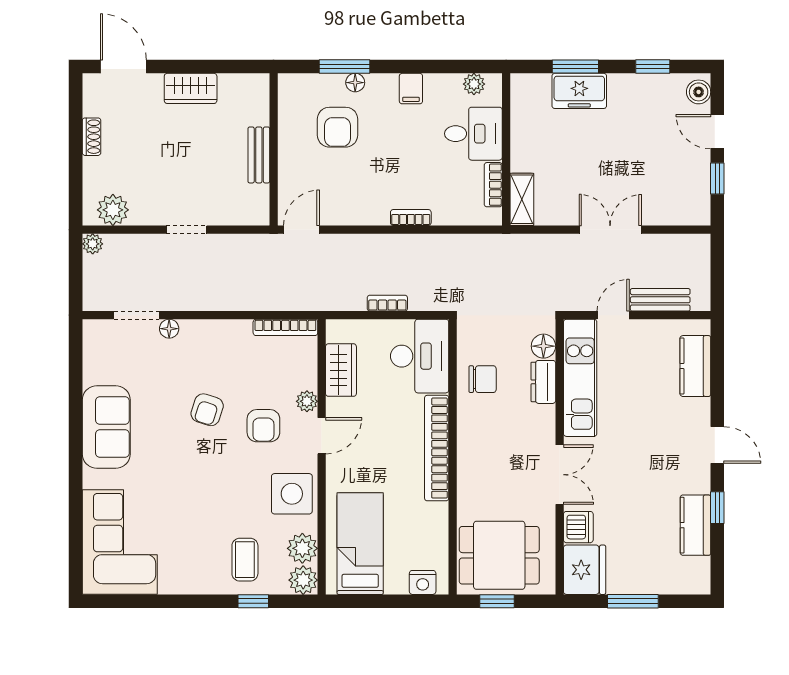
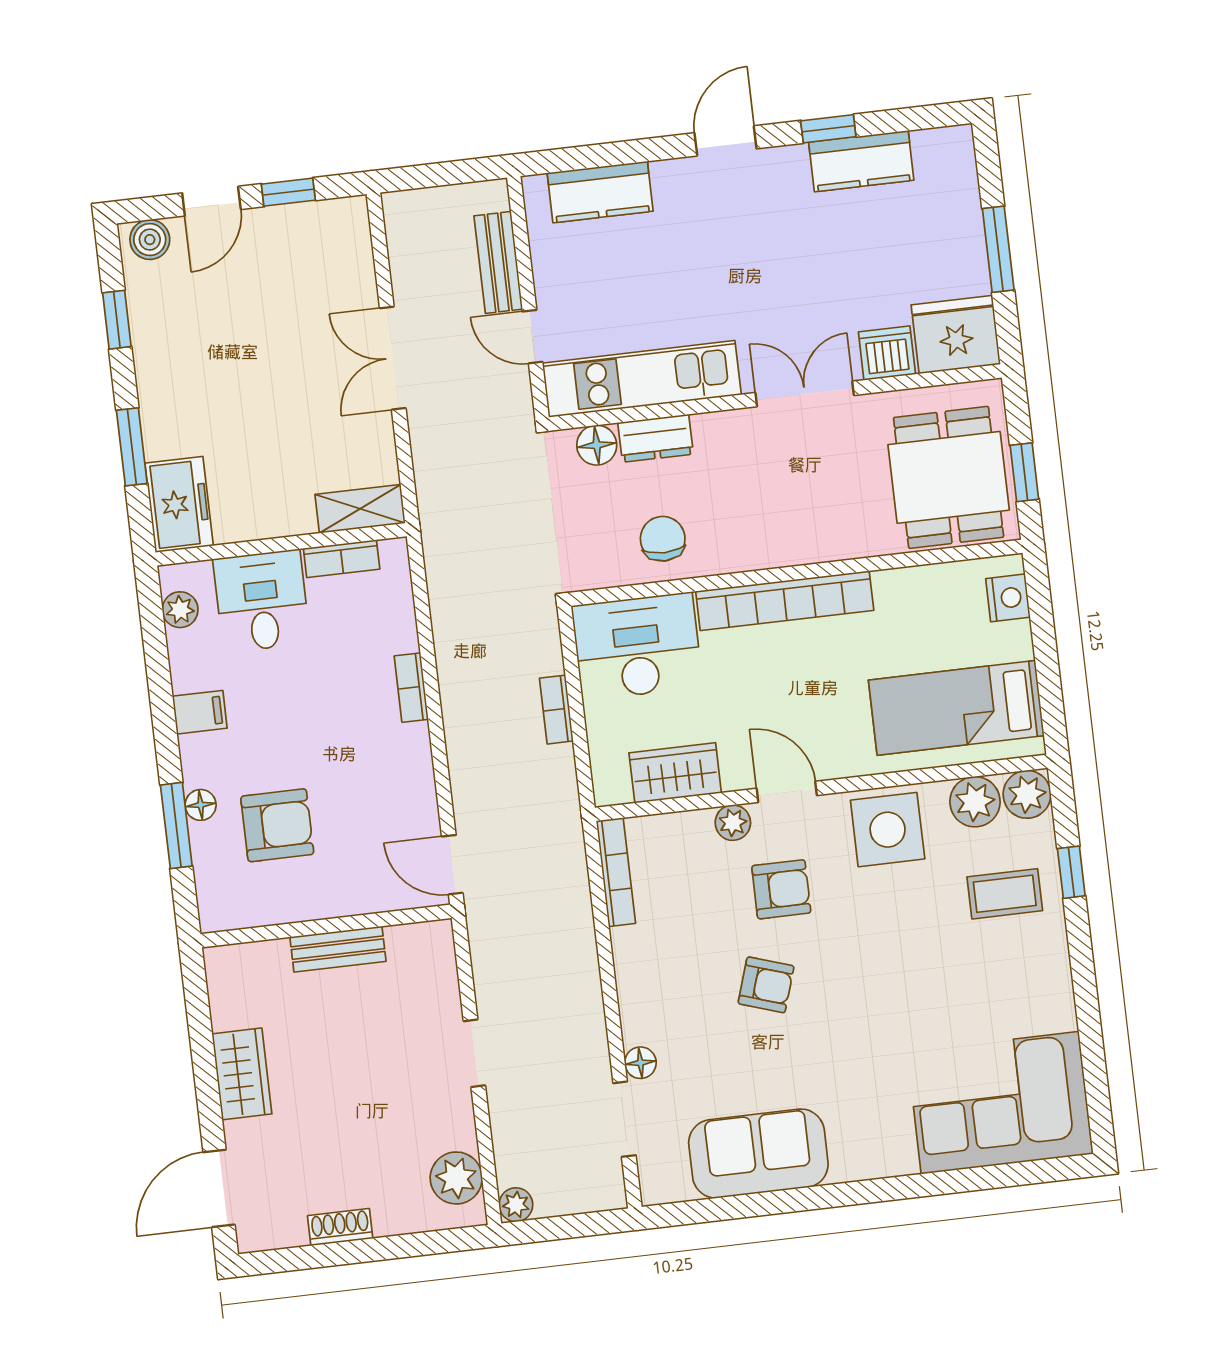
freezer: (579, 91) -> (179, 504), moved
sofa: (106, 427) -> (758, 1154), moved

